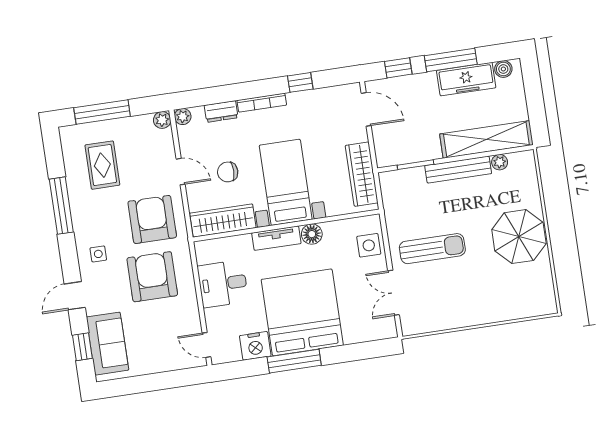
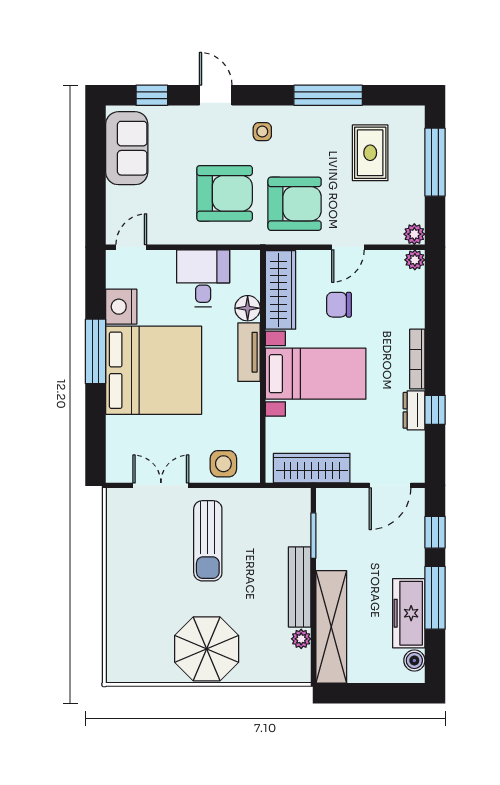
dresser: (221, 111) -> (414, 410), moved
rug: (102, 165) -> (370, 153), turned 90
chair: (228, 172) -> (339, 305), turned -90
floor lamp: (312, 234) -> (248, 308), moved
sofa: (107, 344) -> (127, 148), moved, turned -90

